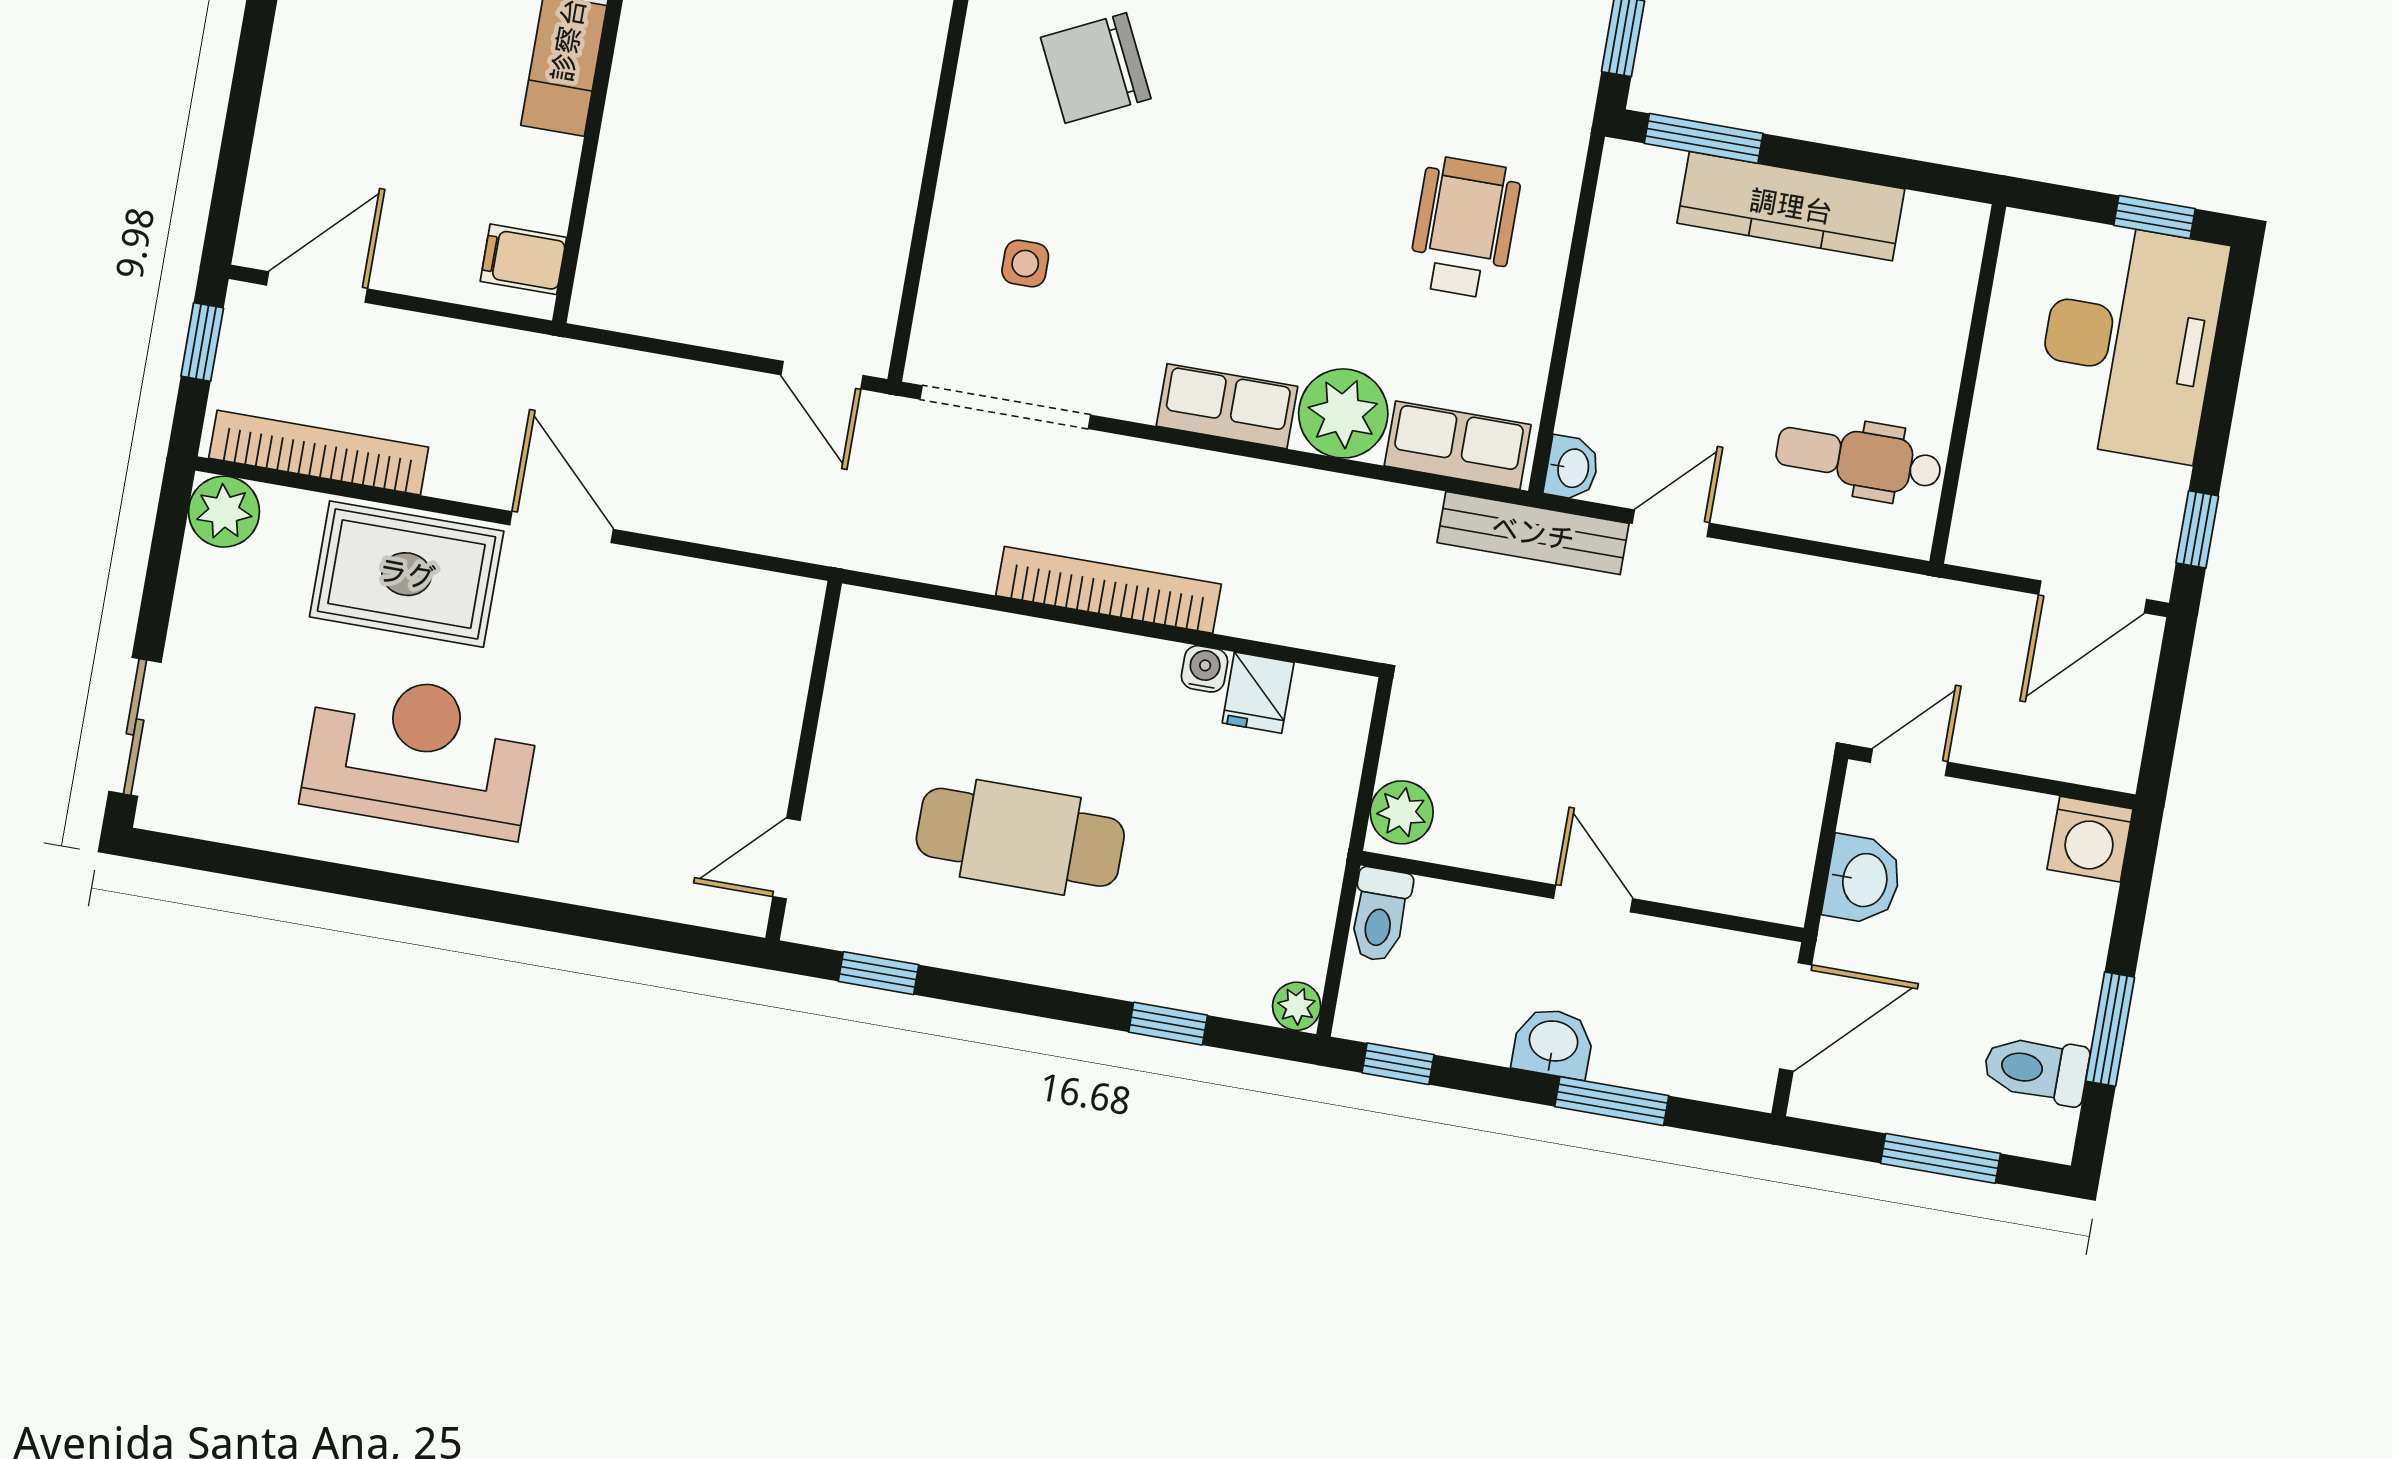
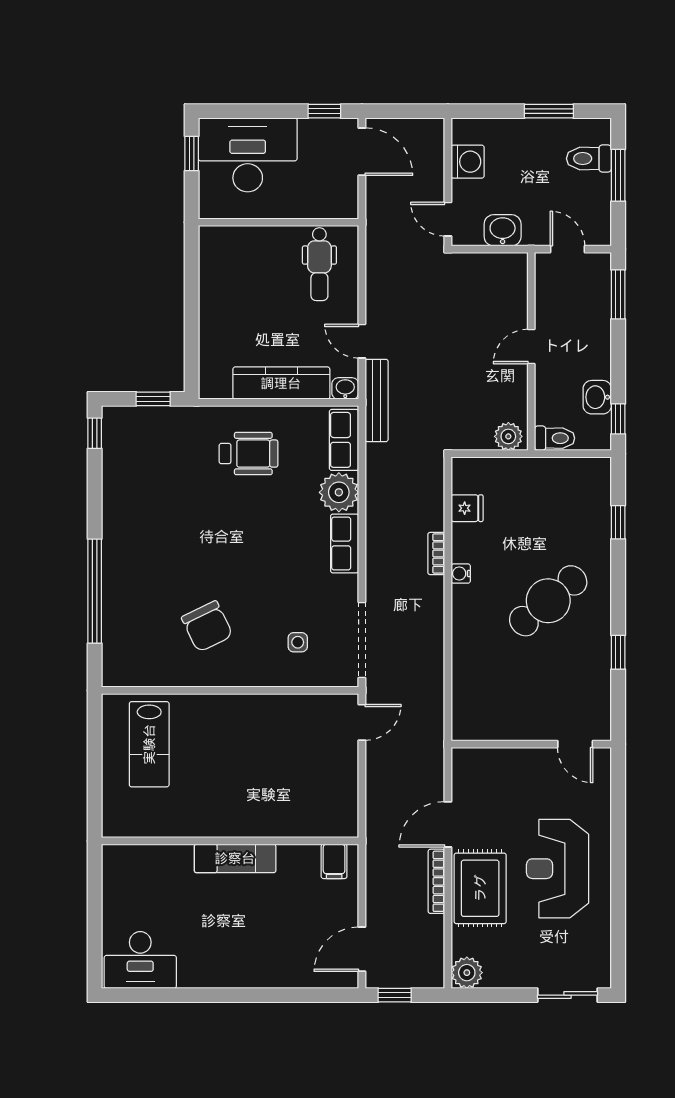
window: (1704, 138) -> (192, 356), removed
kitchen counter: (1791, 206) -> (281, 383), moved, turned -90
wheelchair: (1464, 227) -> (249, 454), turned 180
door: (317, 287) -> (362, 949), hinge flipped
bookcase: (319, 453) -> (436, 881), moved, width x0.68, depth x0.76
bookcase: (1109, 590) -> (436, 553), width x0.43, depth x0.76
water cooler: (1205, 669) -> (461, 574), moved
wall: (804, 761) -> (531, 744), moved
cafe table: (1020, 837) -> (548, 601), turned 50
washing machine: (2090, 839) -> (468, 162), moved
door: (787, 858) -> (575, 744), moved
plant: (1297, 1006) -> (601, 467), removed
door: (1796, 1017) -> (567, 249), width x0.73
washbasin: (1553, 1043) -> (597, 397), moved
toilet: (2036, 1069) -> (589, 159), moved, turned 90
window: (1612, 1101) -> (618, 294), moved

